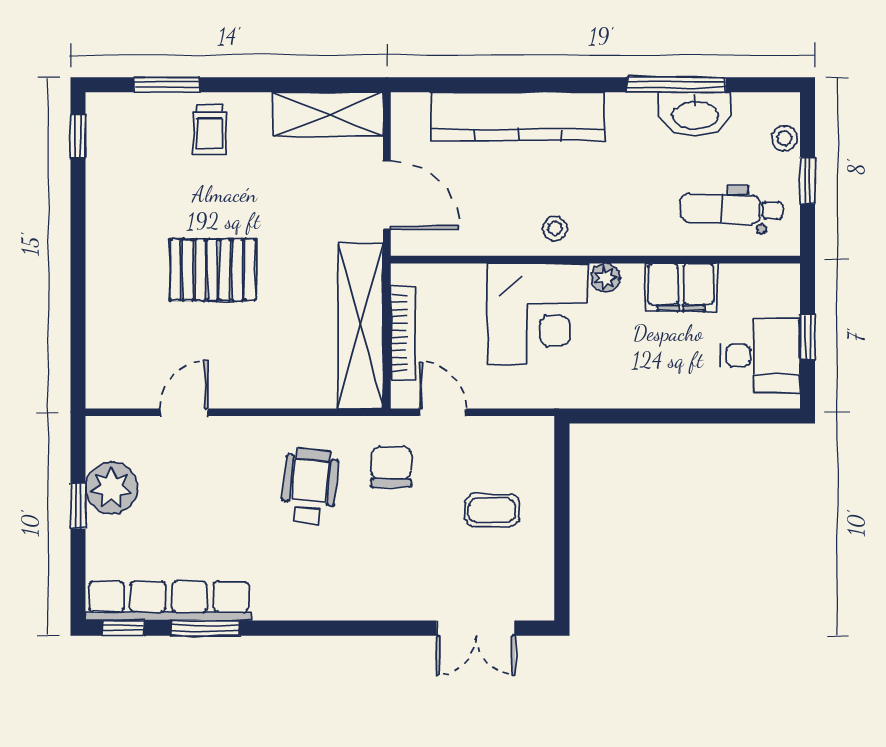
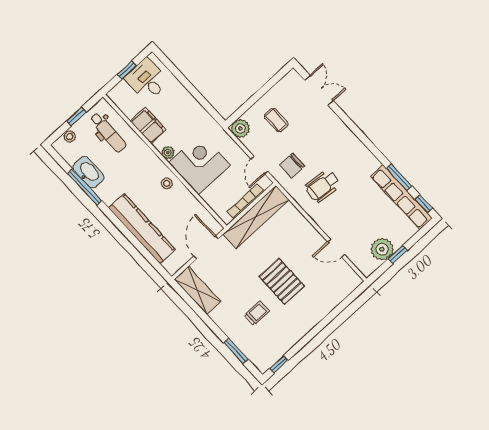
trolley: (210, 130) -> (257, 313), moved
plant: (533, 437) -> (240, 129), added

